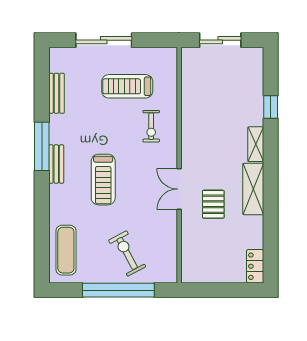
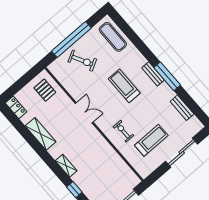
shelving: (253, 189) -> (41, 134), moved
pallet: (213, 204) -> (45, 90), moved

